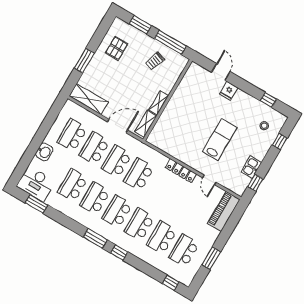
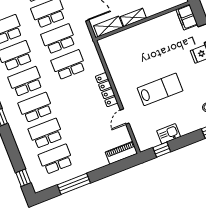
filing cabinet: (197, 72) -> (187, 17), added
piano: (224, 211) -> (121, 153), width x0.73, depth x0.75
window: (211, 258) -> (74, 184), width x1.44

